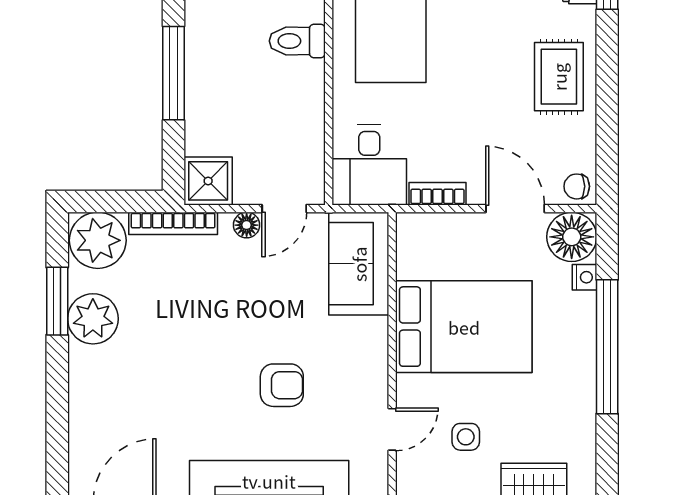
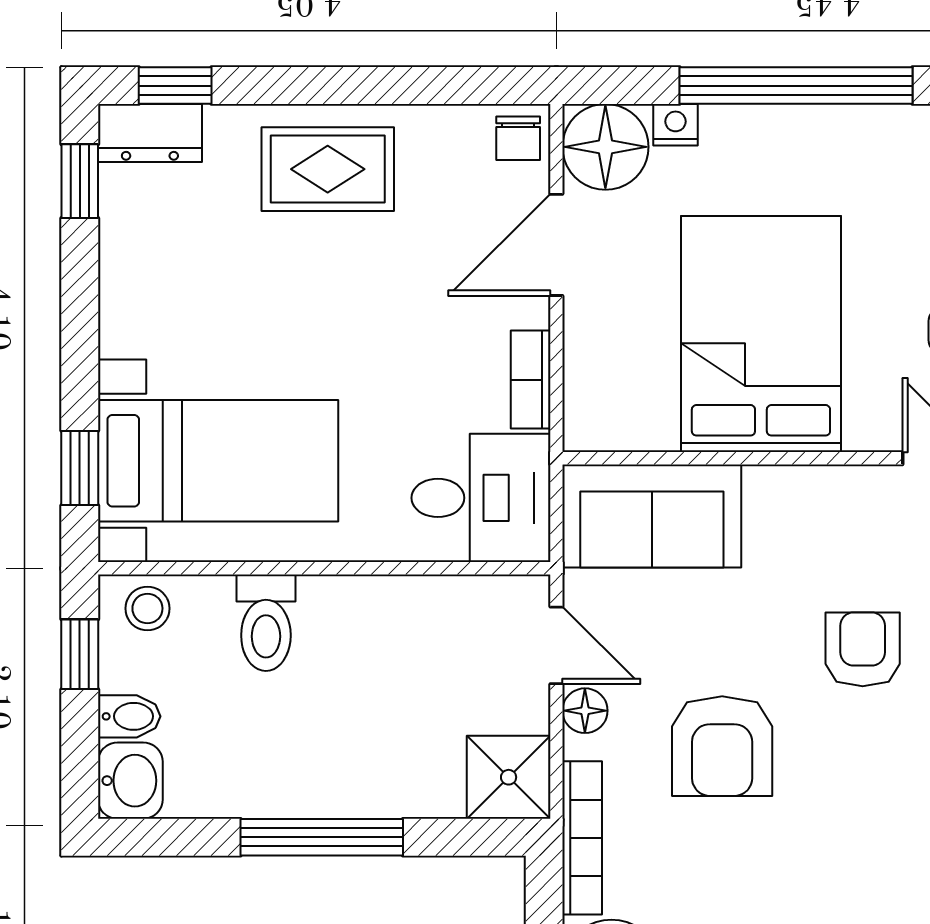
armchair: (226, 304) -> (722, 746), added

